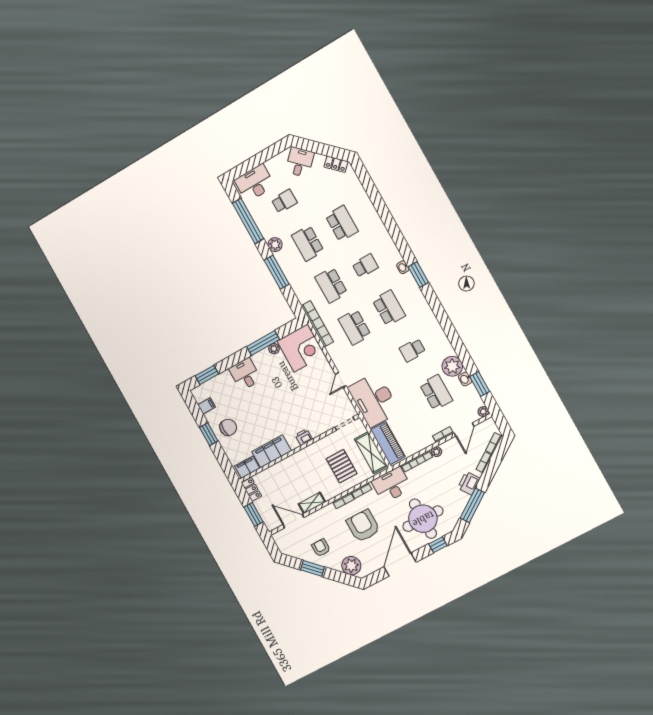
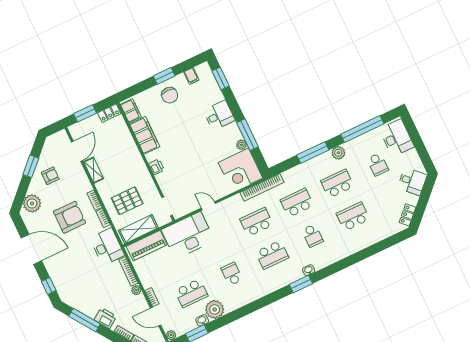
school desk: (342, 224) -> (353, 216), turned 180
round table: (423, 519) -> (74, 274), removed

